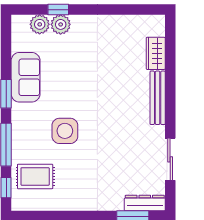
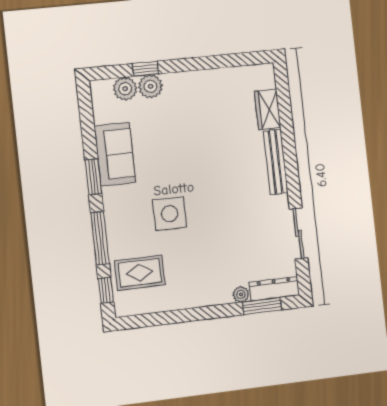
plant: (116, 204) -> (241, 294), added

